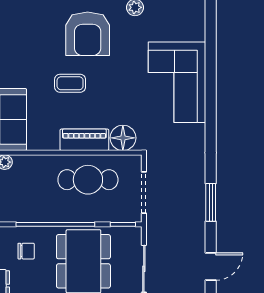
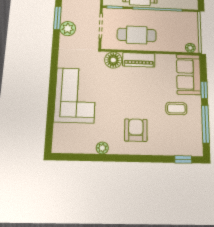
armchair: (88, 34) -> (136, 130), width x0.73, depth x0.73
coffee table: (70, 83) -> (176, 109), moved
plant: (194, 185) -> (68, 29), added

